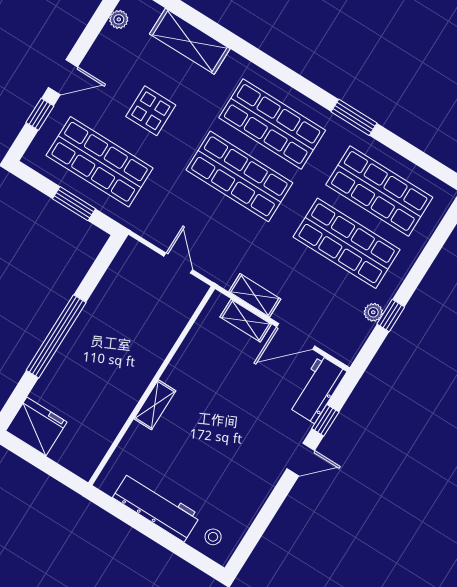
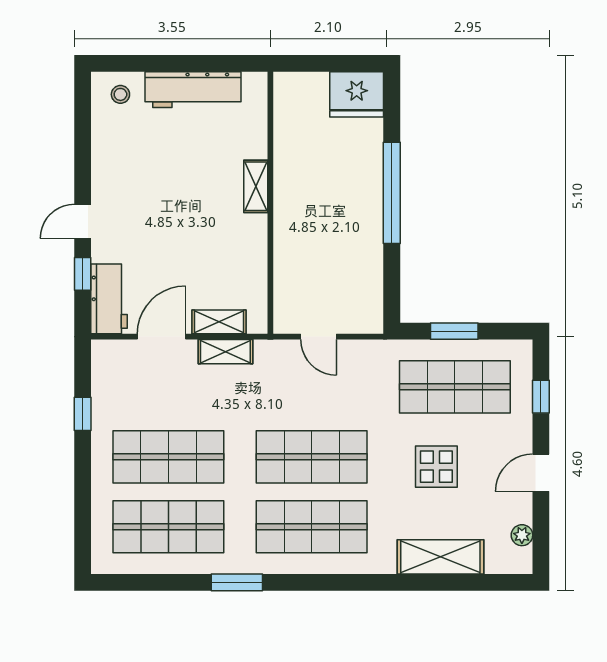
door: (63, 77) -> (541, 473), moved
plant: (373, 312) -> (101, 406), removed

